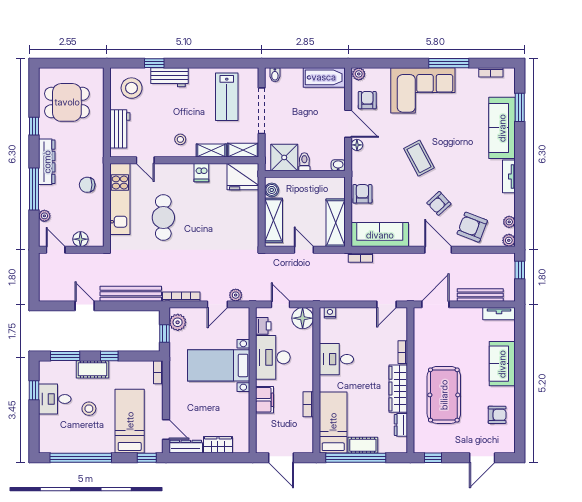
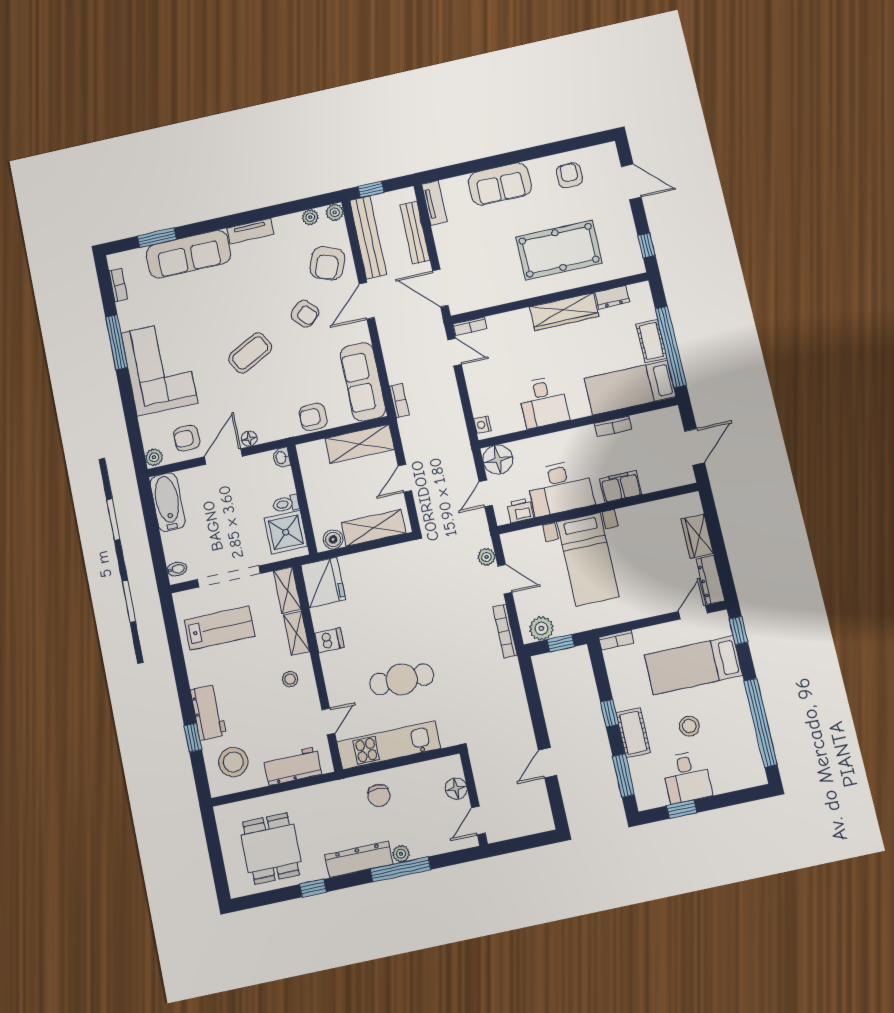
plant: (44, 216) -> (401, 854), moved
bench: (131, 294) -> (368, 237), moved
bookcase: (403, 352) -> (470, 326), moved

